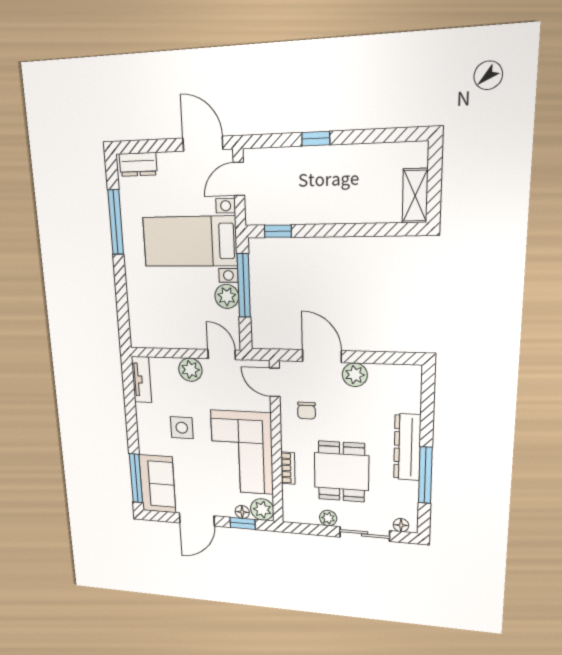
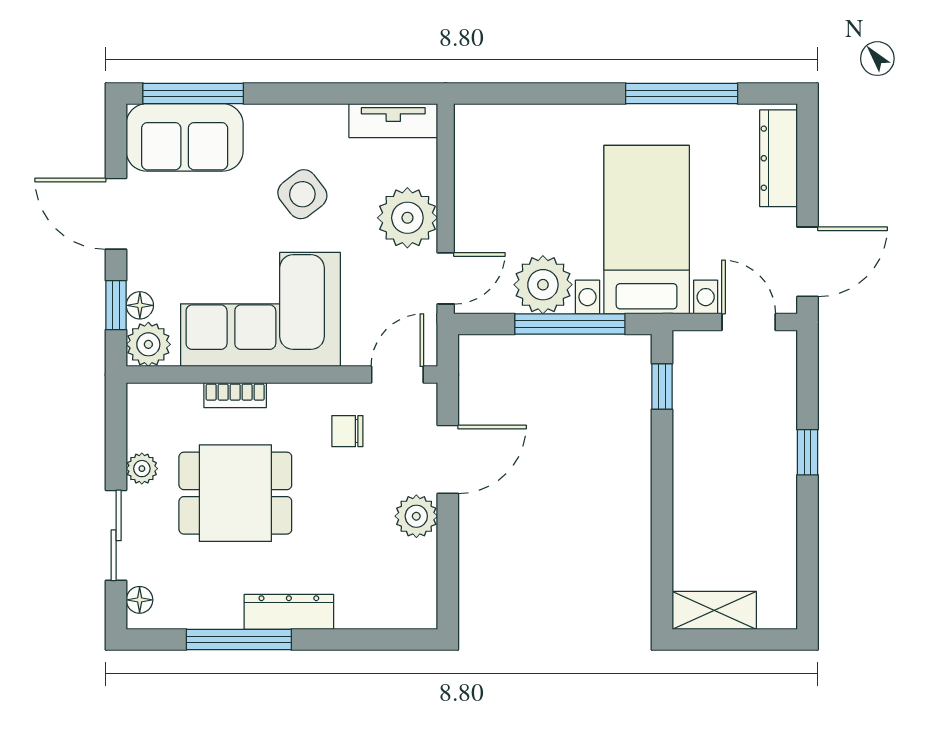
dresser: (138, 164) -> (779, 158), width x1.44
plant: (227, 296) -> (543, 285), width x1.36, depth x1.36
plant: (190, 370) -> (407, 218), width x1.36, depth x1.36
side table: (182, 428) -> (302, 194), turned -38
dresser: (407, 447) -> (289, 612), width x0.73, depth x0.80

